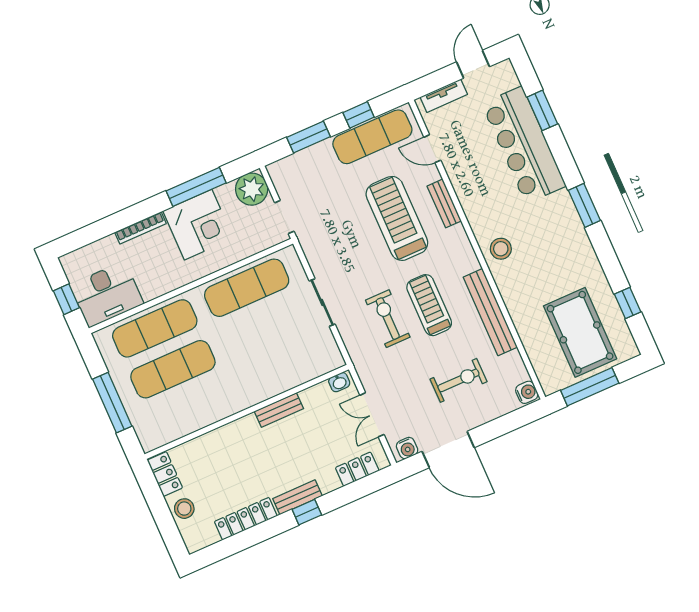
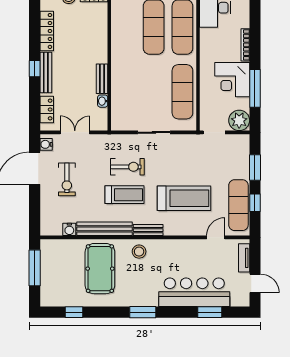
bench: (444, 203) -> (148, 230), moved
pool table: (580, 332) -> (100, 269), moved, turned 90
exercise bike: (459, 380) -> (67, 179), moved
washbasin: (339, 382) -> (103, 101), moved
water cooler: (527, 392) -> (69, 229), moved
bench: (297, 497) -> (46, 72), width x1.36

